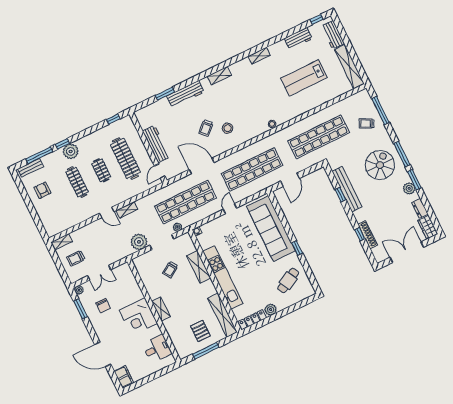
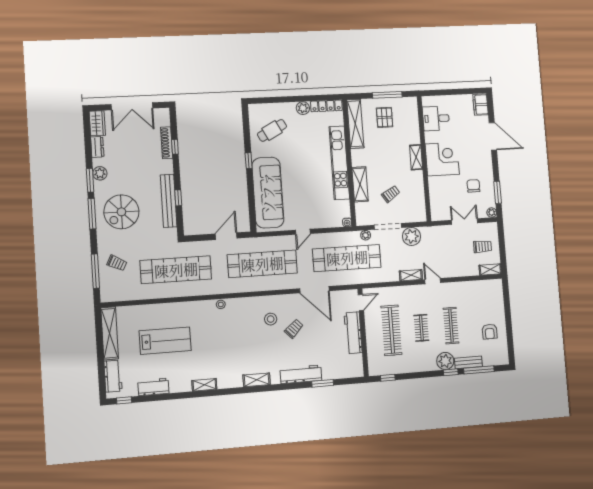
bench: (30, 168) -> (468, 362), moved

